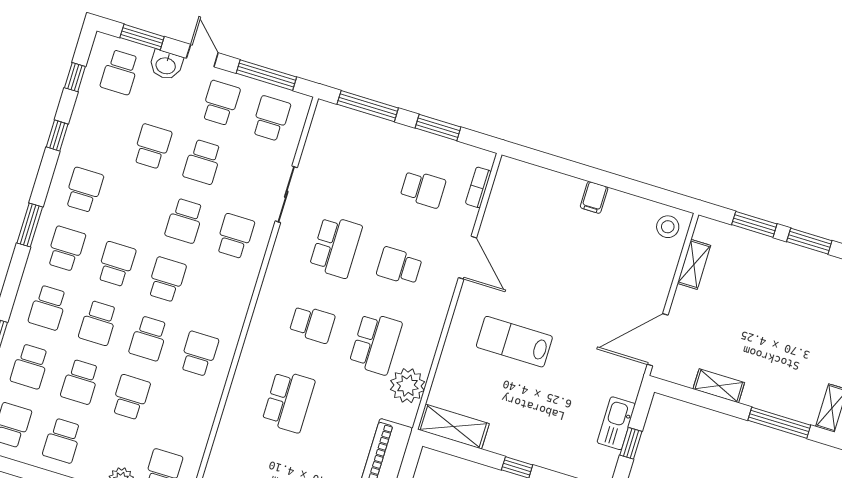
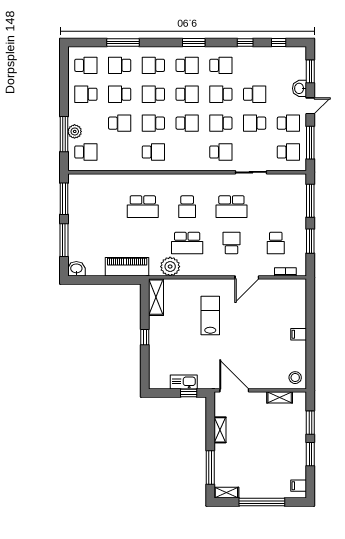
school desk: (120, 72) -> (221, 94), moved
window: (631, 443) -> (189, 393), moved

